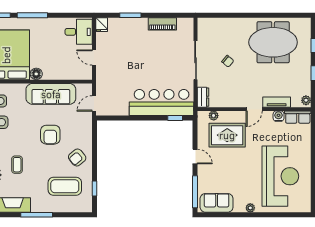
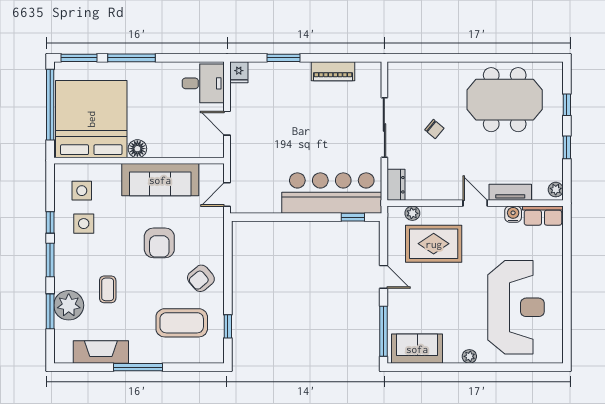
door: (254, 109) -> (475, 203), swing flipped

